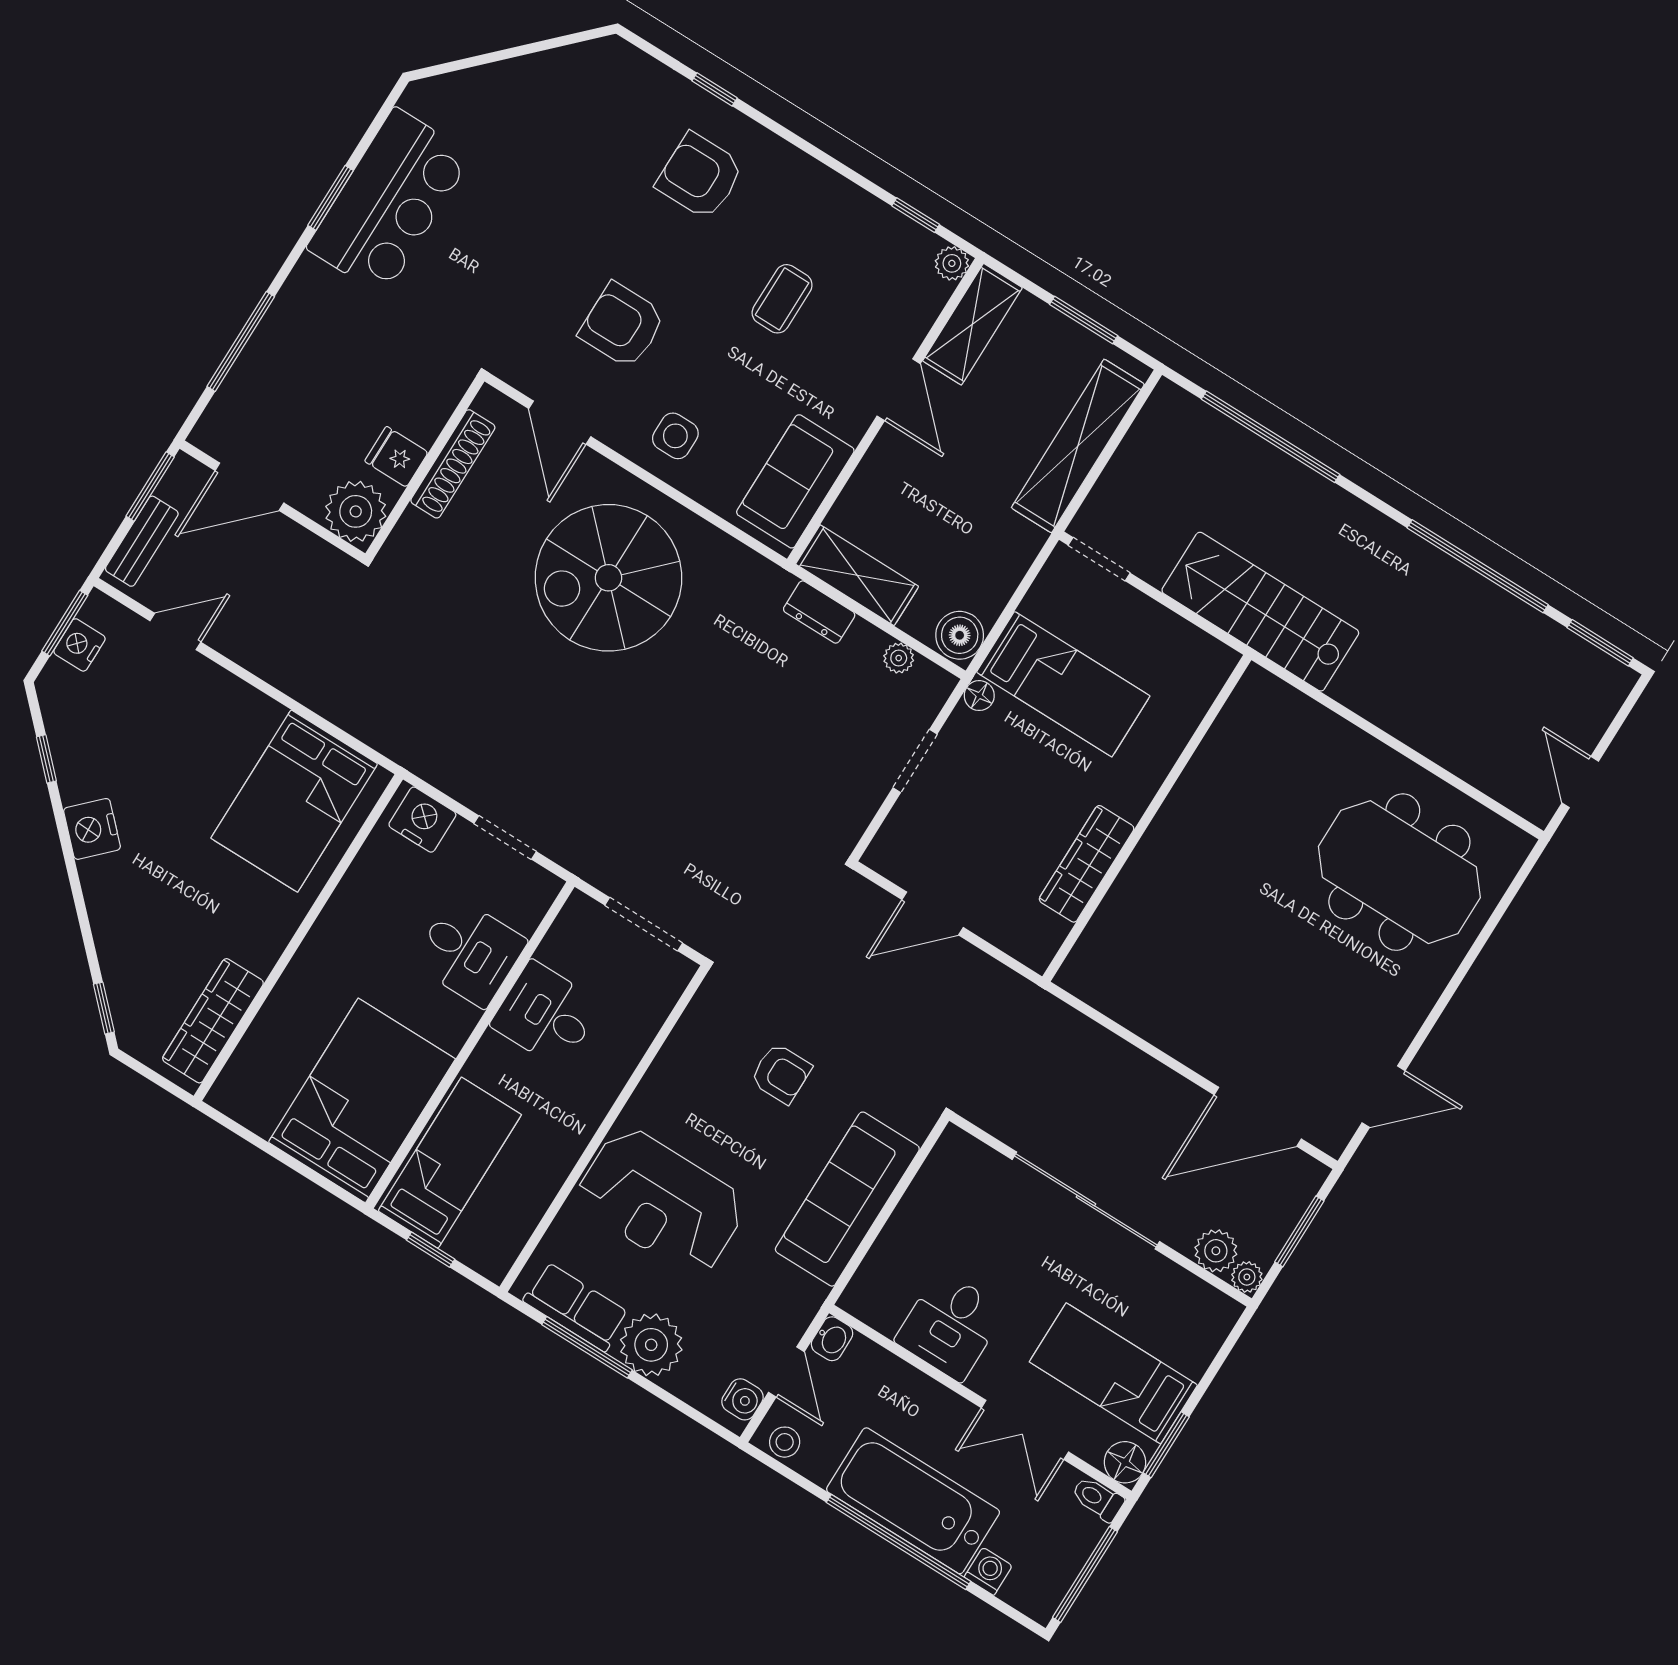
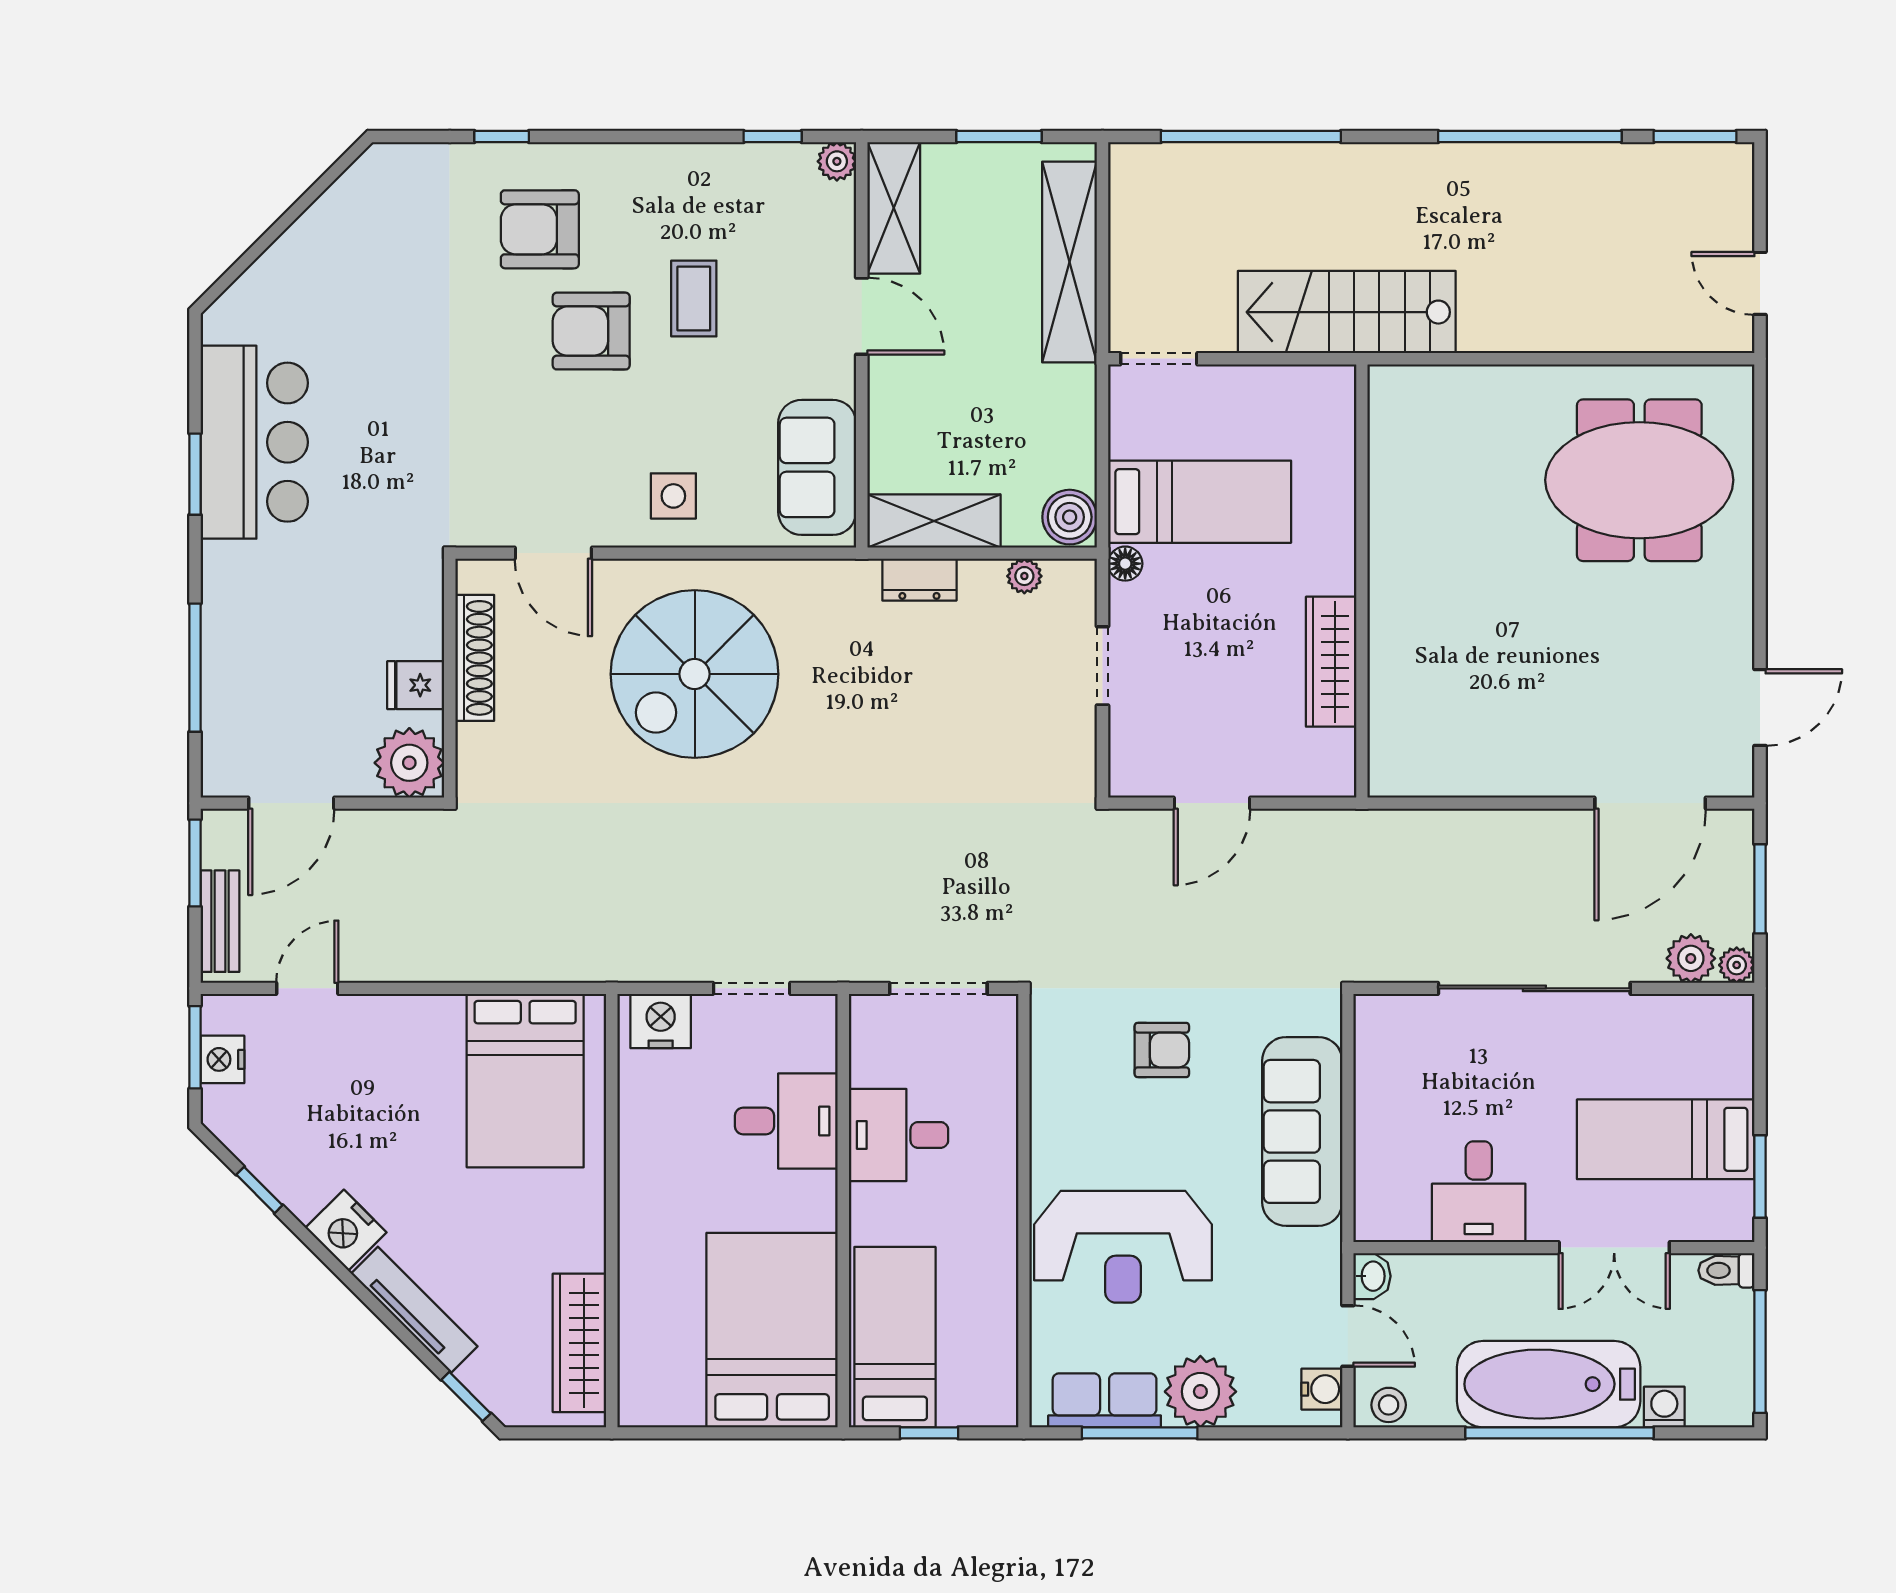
armchair: (622, 325) -> (591, 331), moved
tv unit: (106, 920) -> (414, 1310), added
floor lamp: (1125, 1462) -> (1731, 1218), removed

